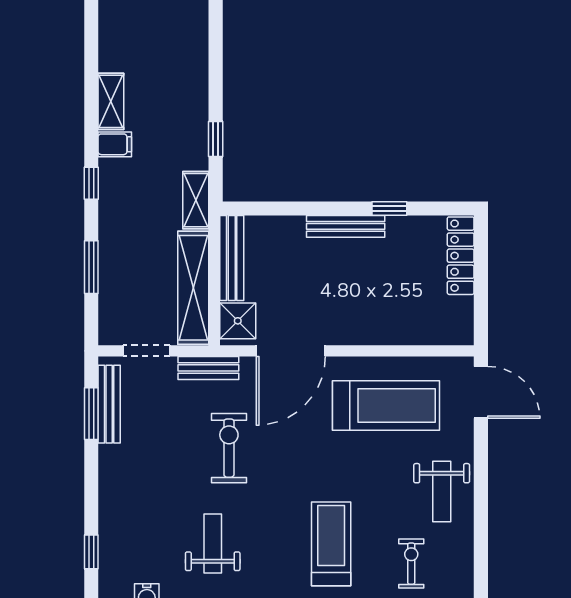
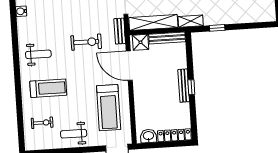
window: (389, 209) -> (191, 87), moved
washbasin: (458, 316) -> (148, 136), added
weight bench: (213, 543) -> (38, 54), moved

